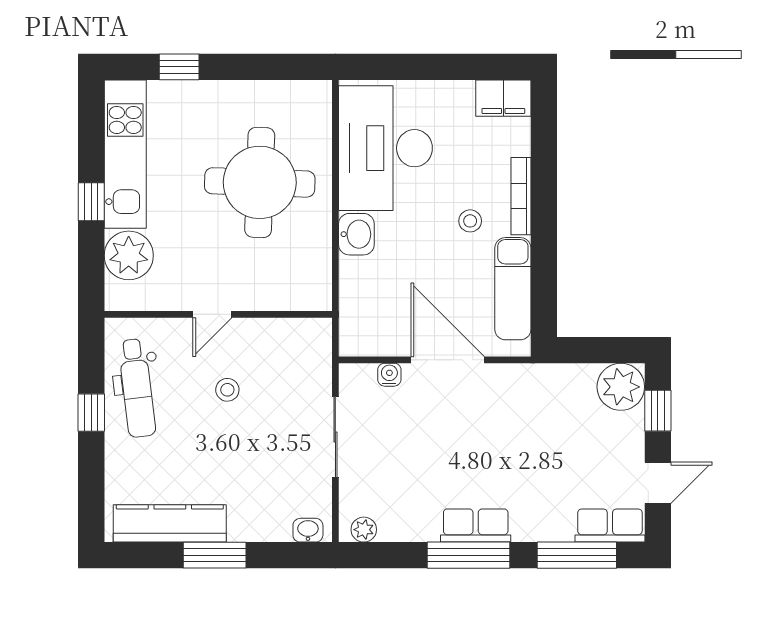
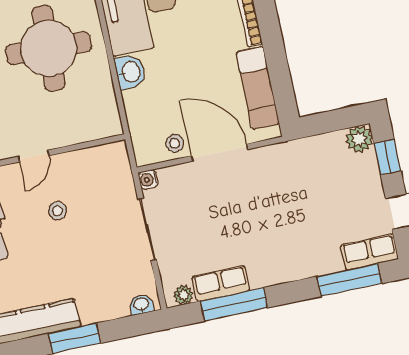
stool: (470, 221) -> (175, 143), moved
water cooler: (389, 375) -> (148, 180), moved, turned -90
plant: (621, 387) -> (359, 139), width x0.73, depth x0.73
row of seats: (476, 525) -> (221, 284), moved
window: (468, 555) -> (234, 304), moved

